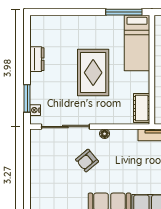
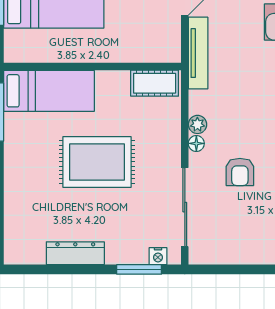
dresser: (37, 59) -> (75, 253), width x1.44
plant: (116, 134) -> (197, 124), added
armchair: (87, 161) -> (240, 172), turned 40

